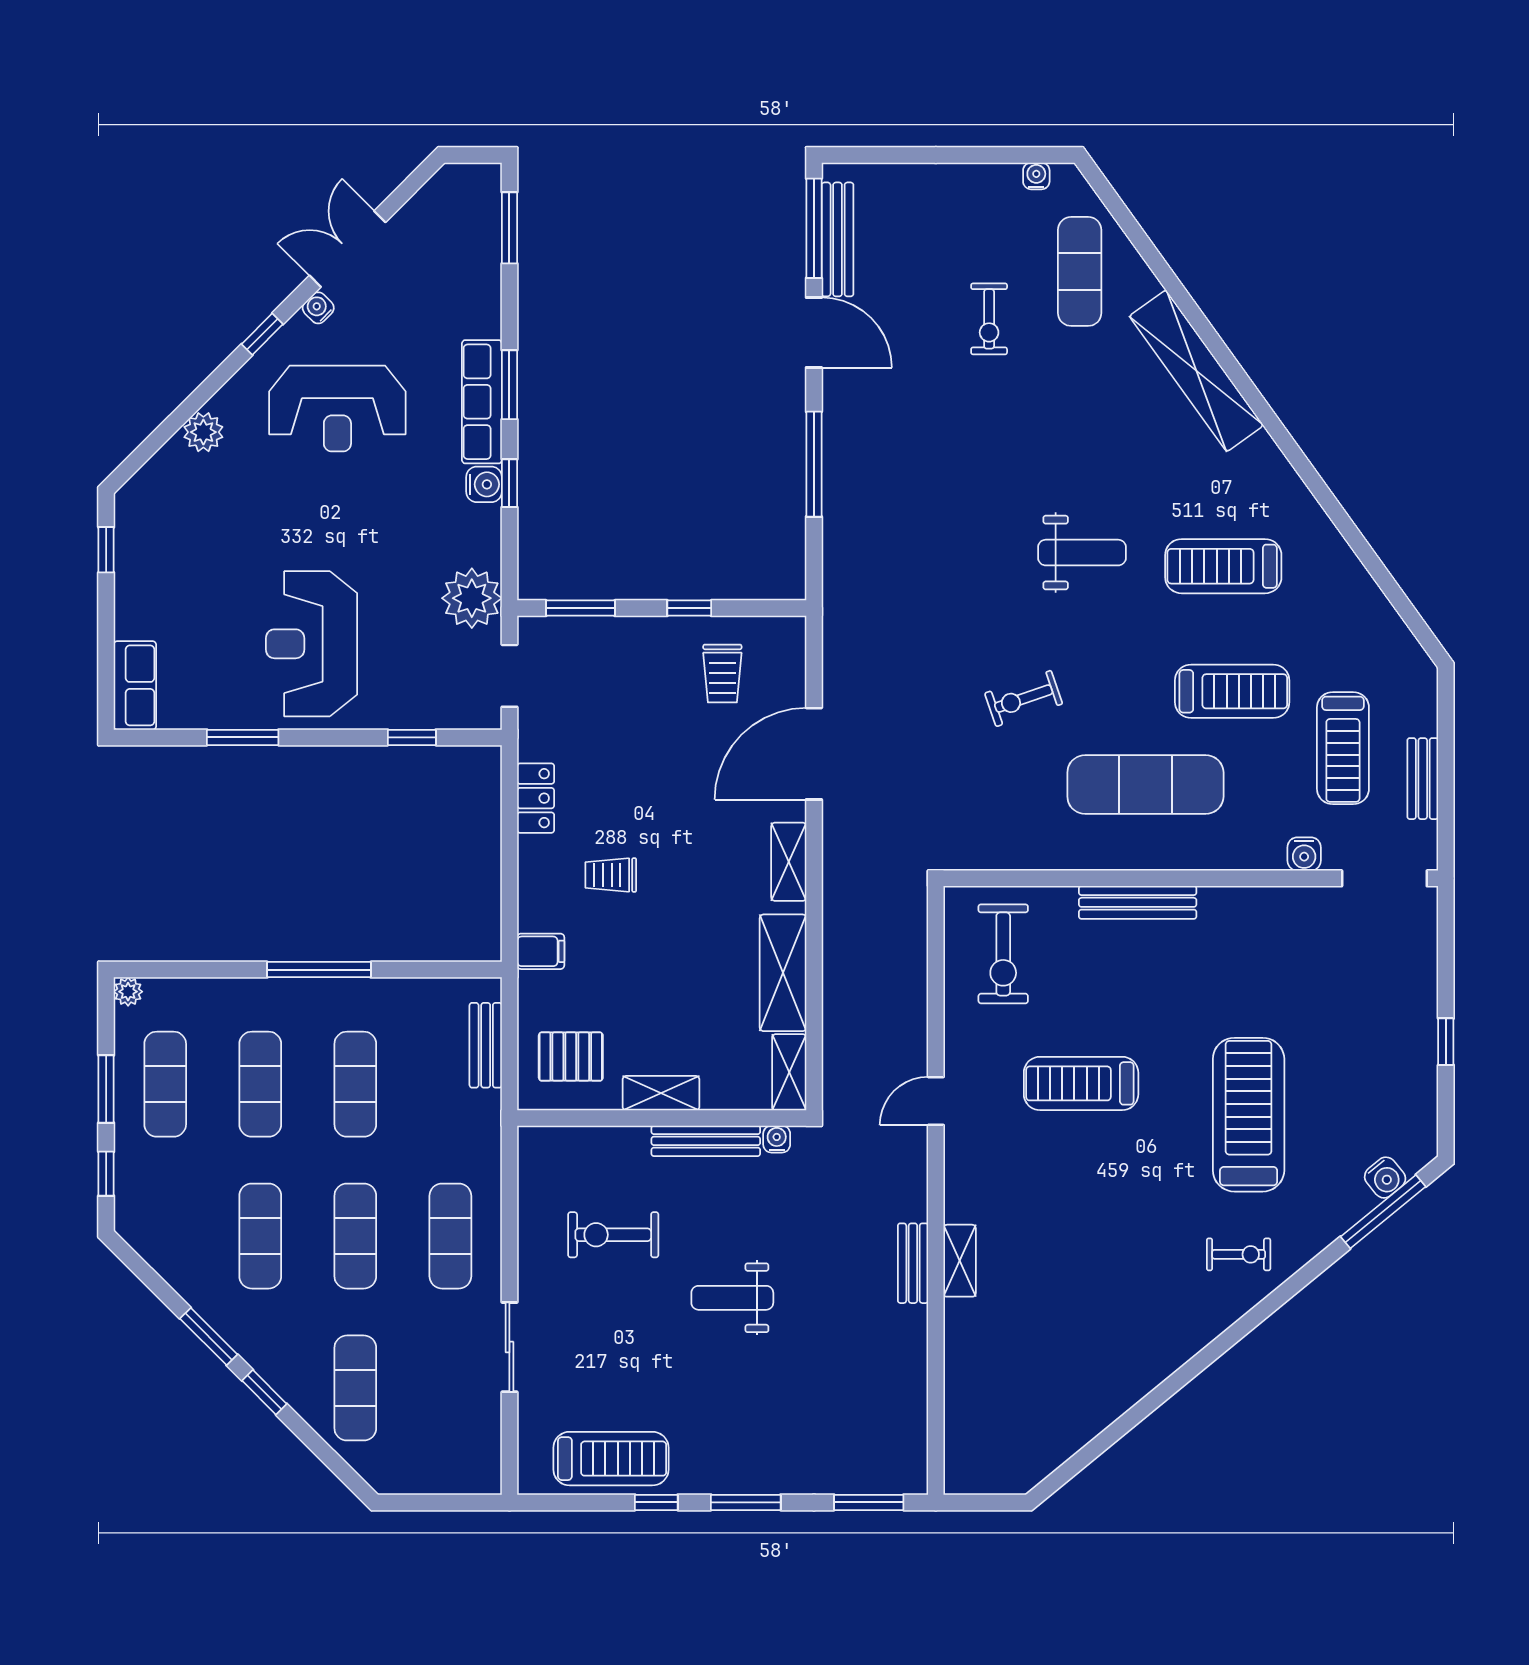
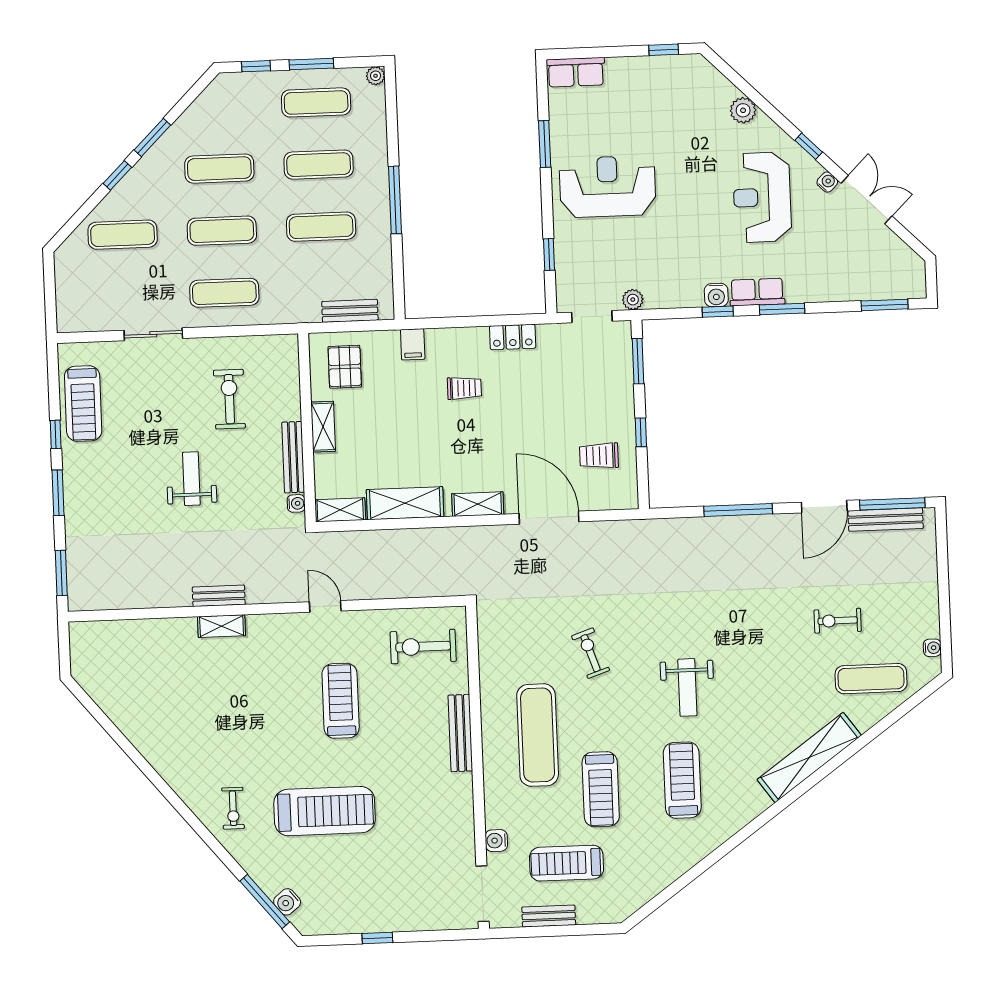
row of seats: (482, 402) -> (757, 292), width x0.68
plant: (472, 598) -> (633, 300), width x0.53, depth x0.53
trolley: (611, 875) -> (464, 388), turned 90

